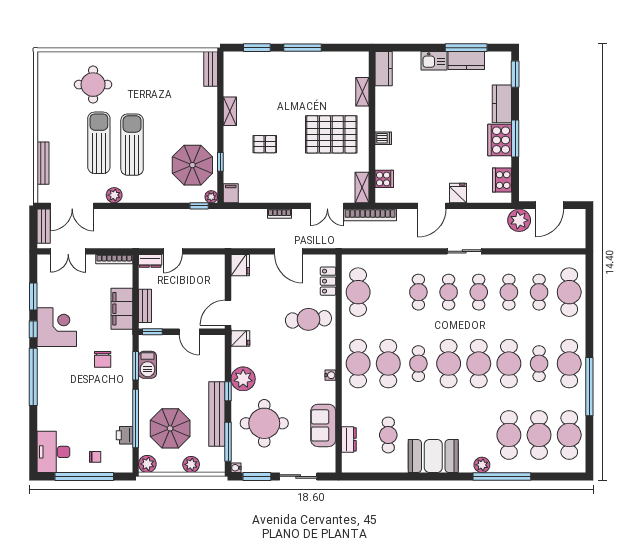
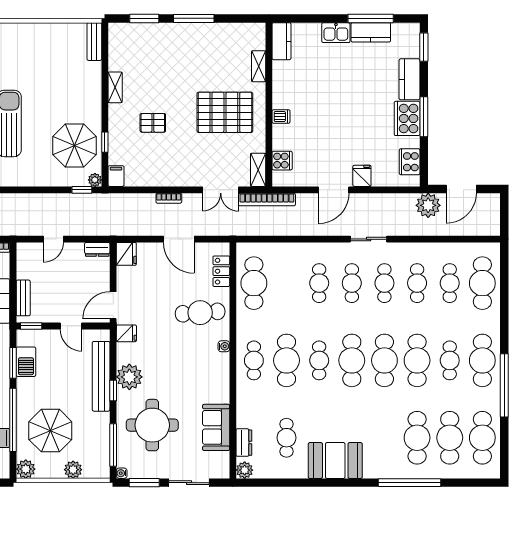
dresser: (150, 261) -> (97, 249), moved
cafe table: (358, 364) -> (254, 360), width x0.73, depth x0.74
water cooler: (330, 375) -> (224, 346), moved
bench: (217, 414) -> (101, 376), moved
plant: (482, 465) -> (245, 470), moved

